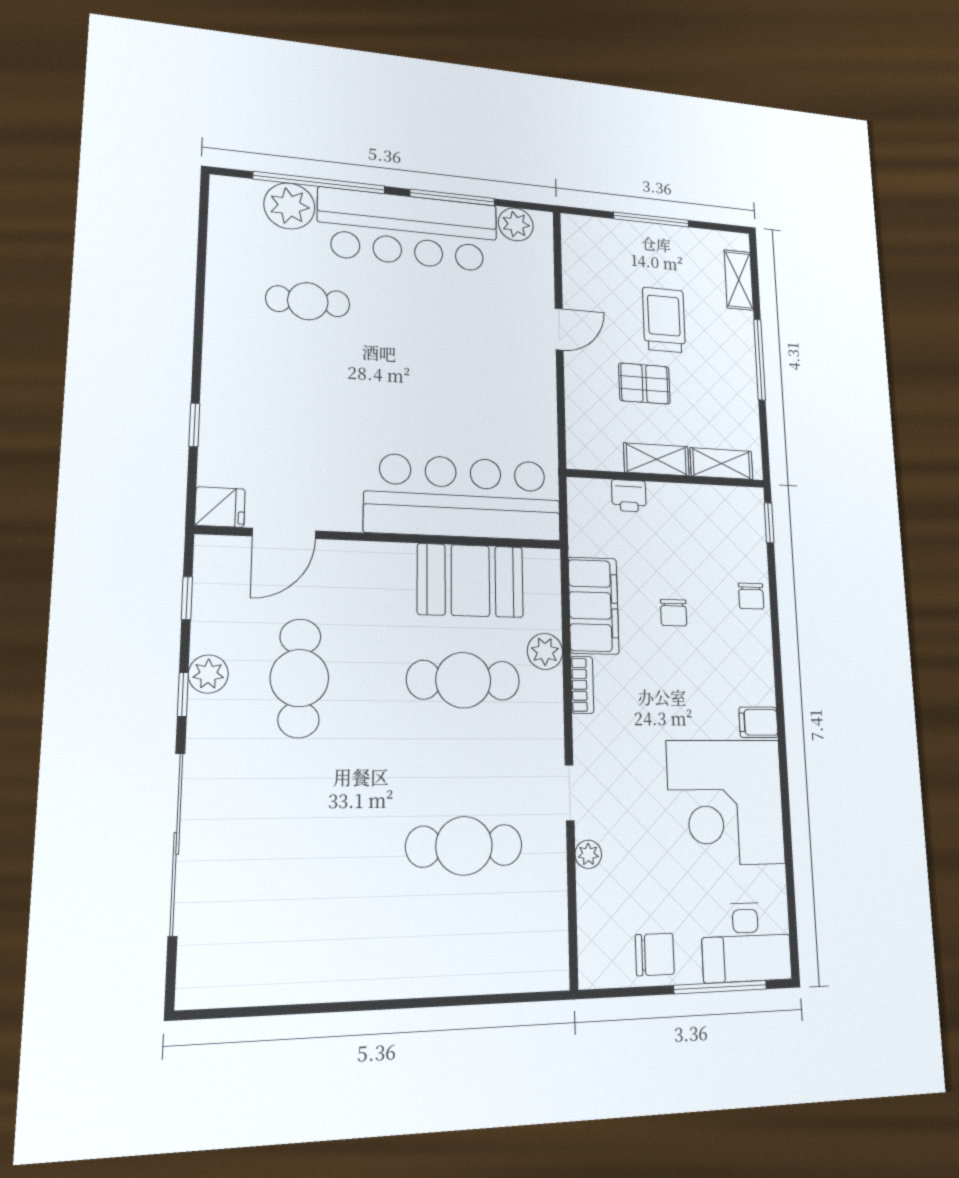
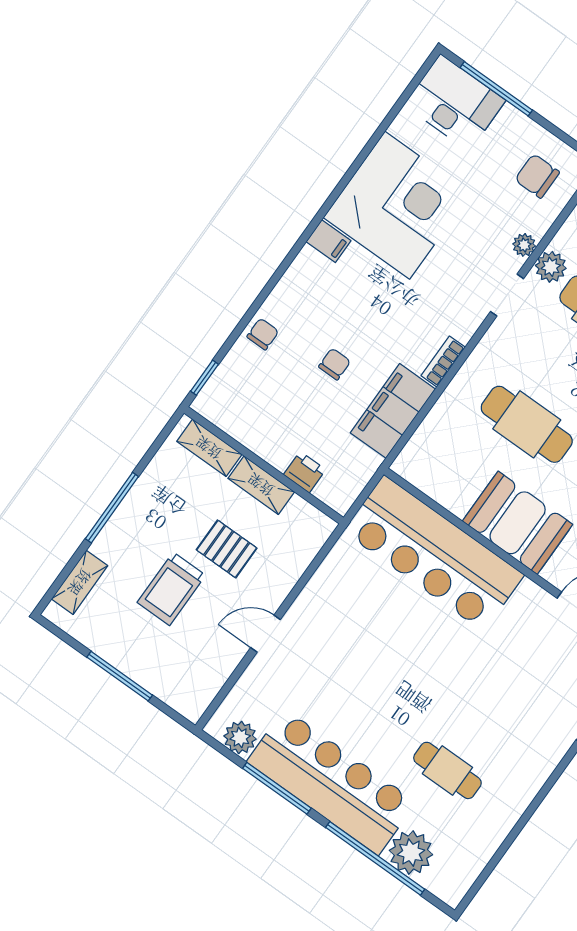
booth: (470, 580) -> (518, 523), moved
plant: (545, 651) -> (551, 267), moved
chair: (655, 954) -> (537, 176), moved

